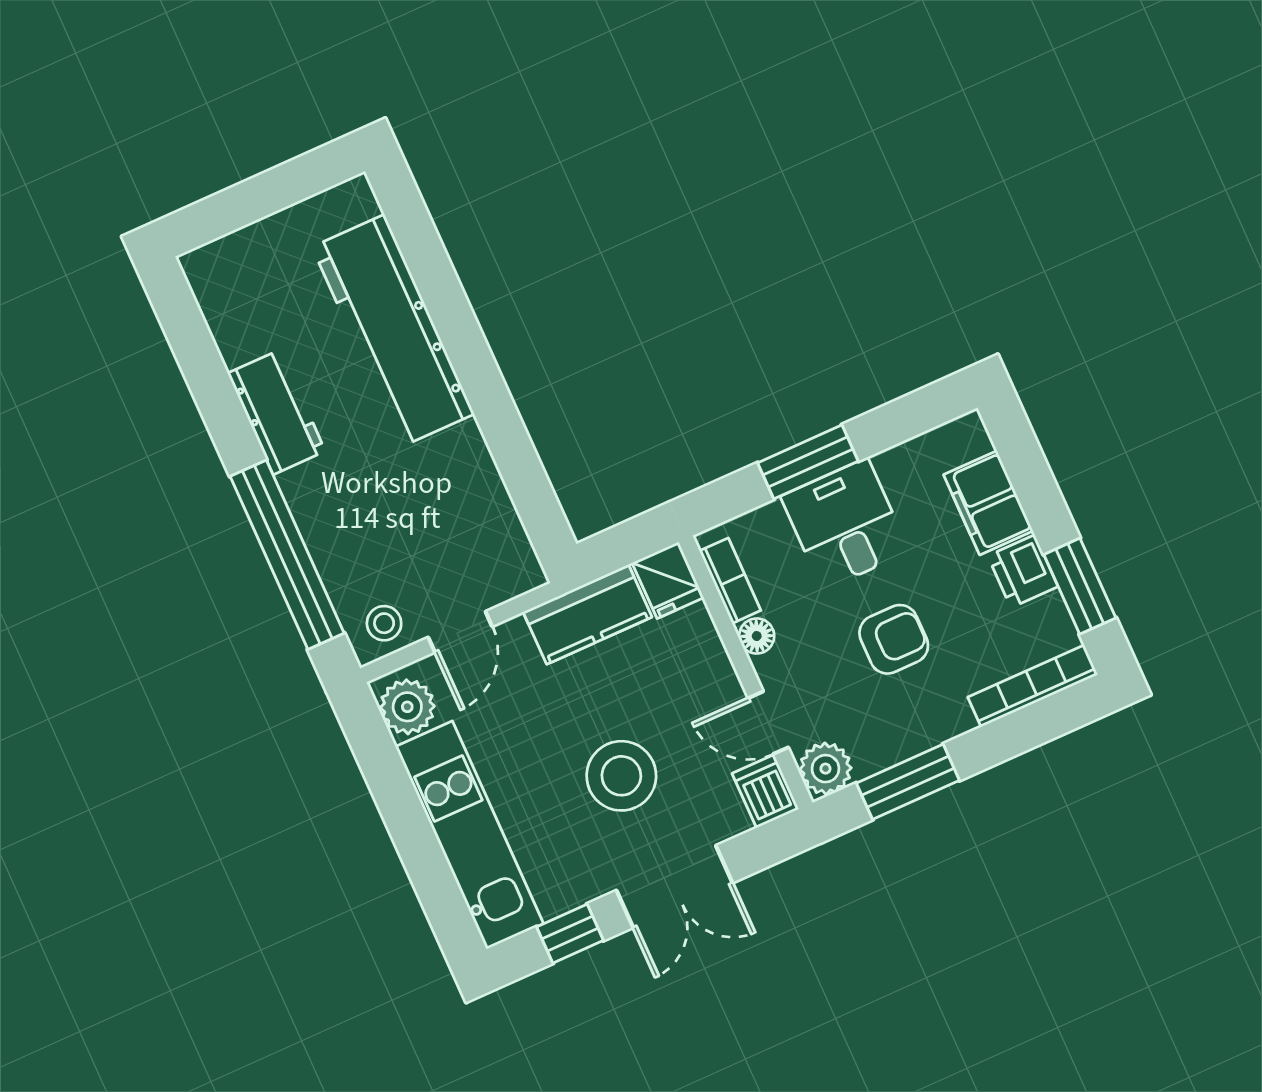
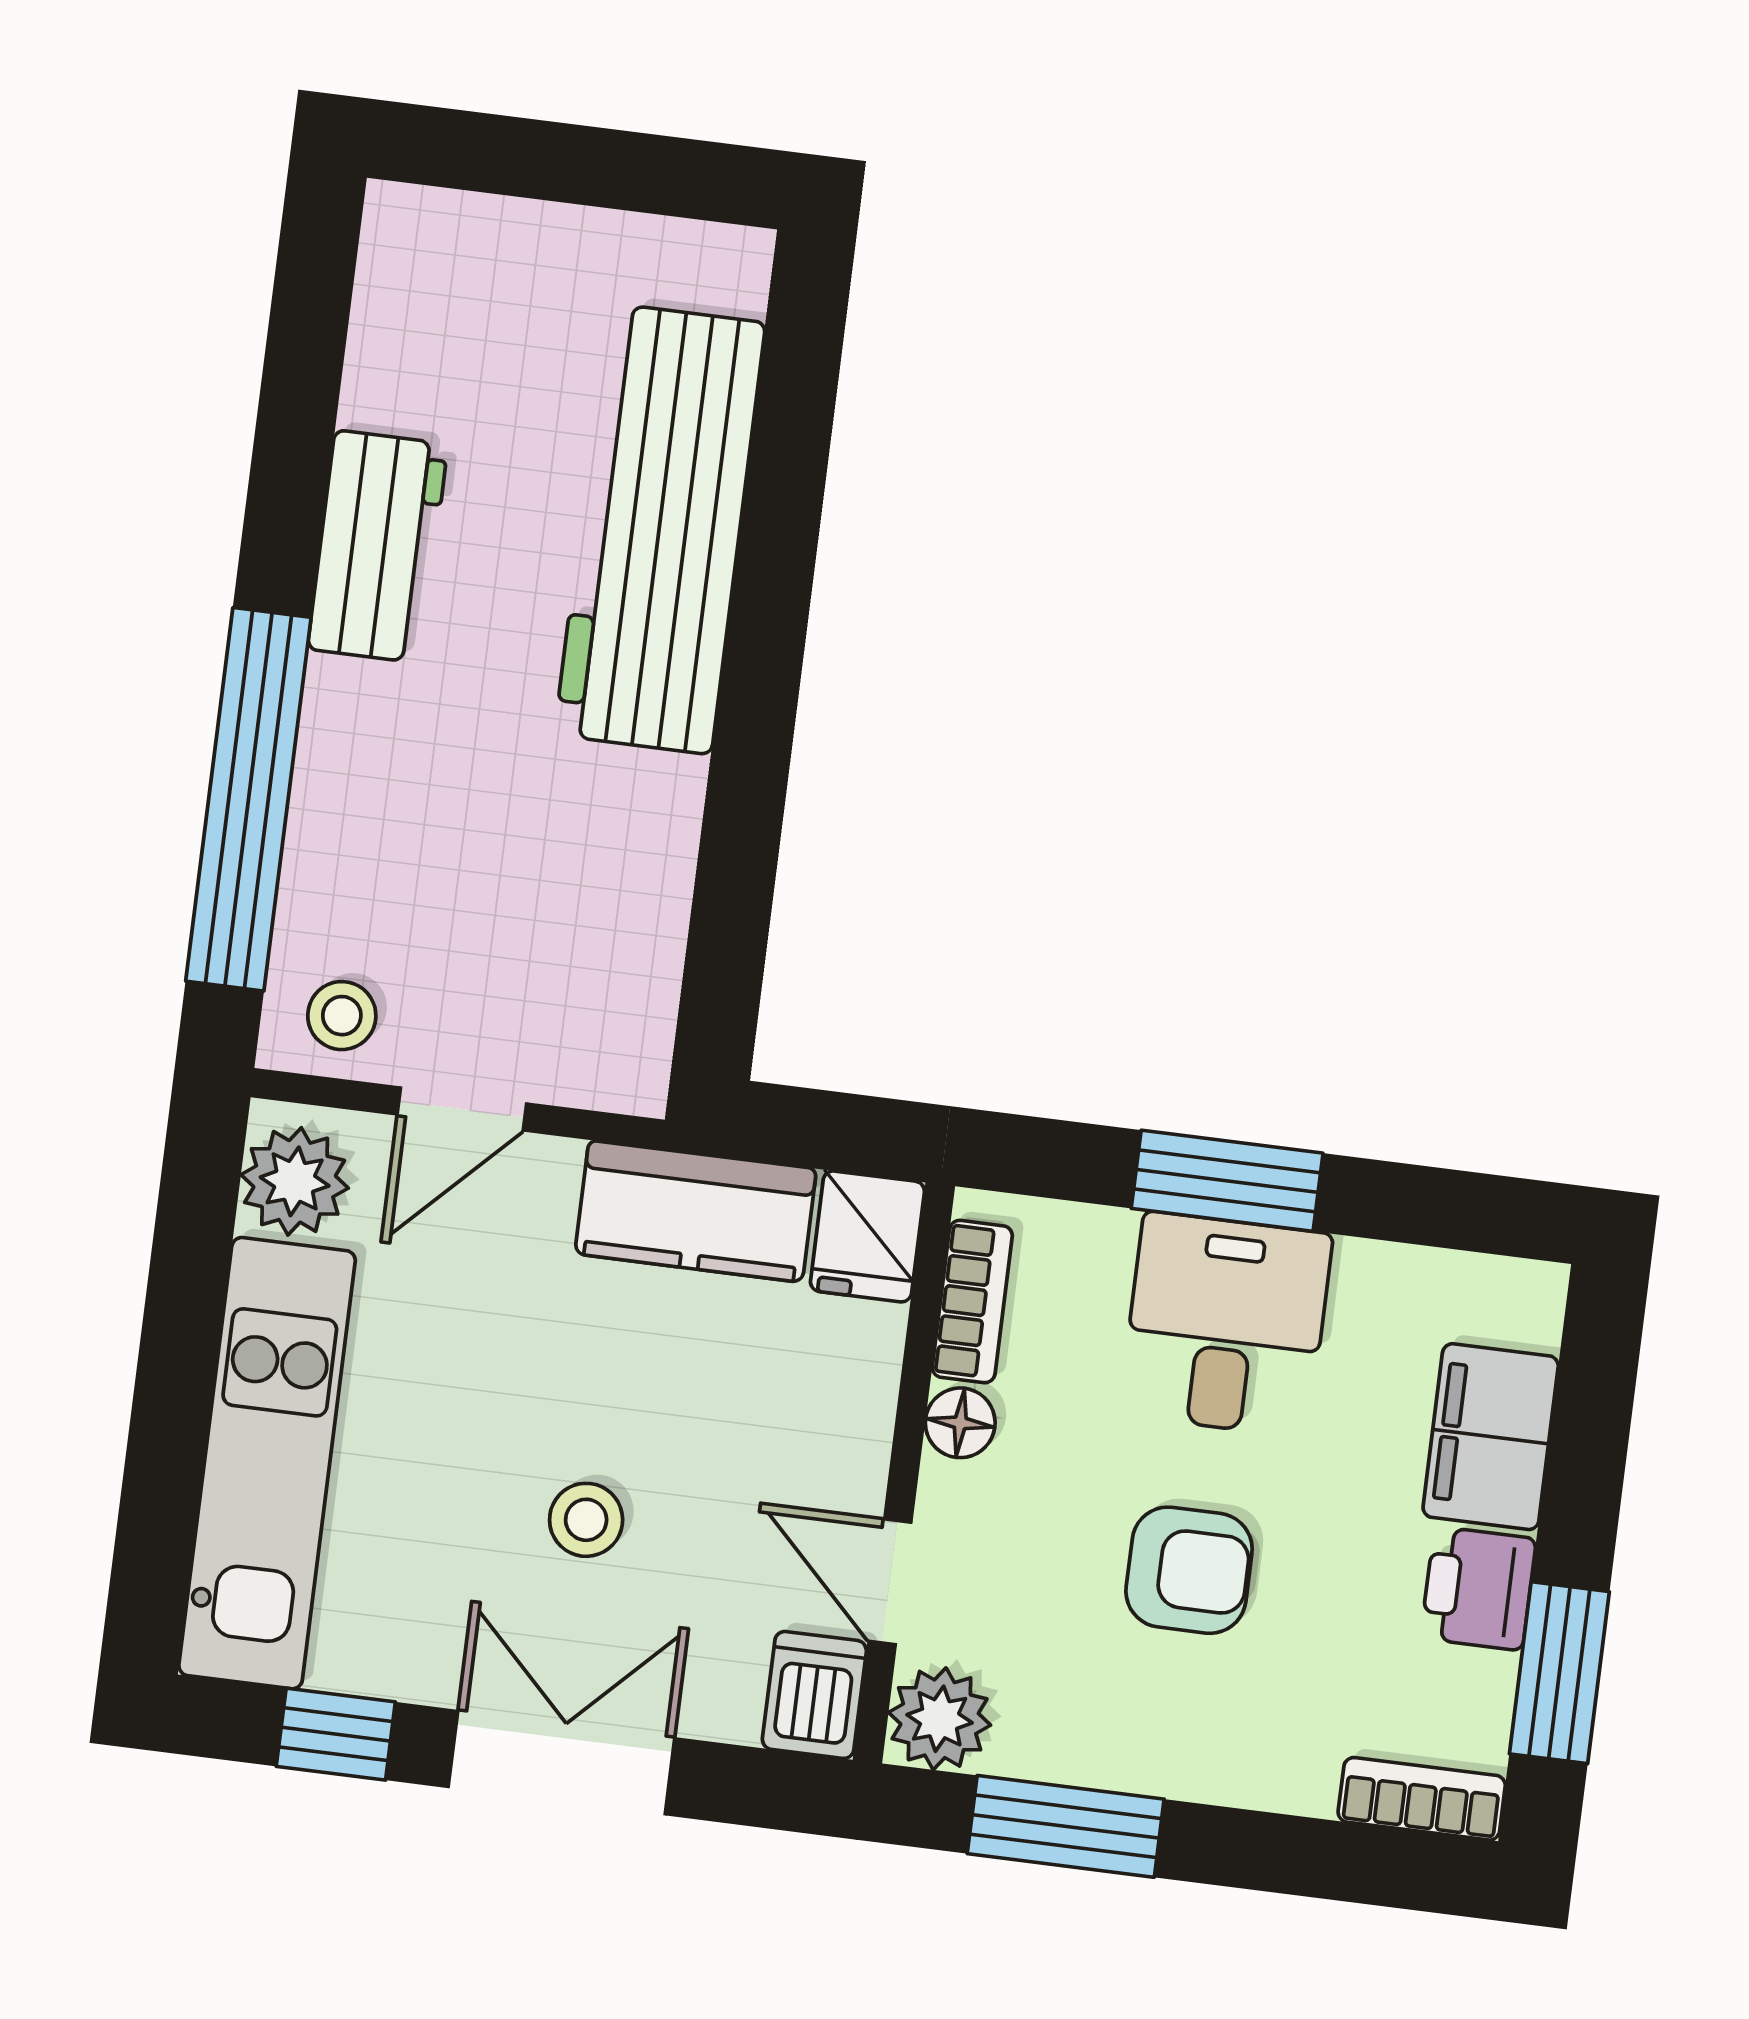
bookcase: (1033, 686) -> (1422, 1799), width x0.64
stool: (621, 776) -> (586, 1520), width x0.53, depth x0.53
double door: (674, 887) -> (561, 1763), swing flipped

